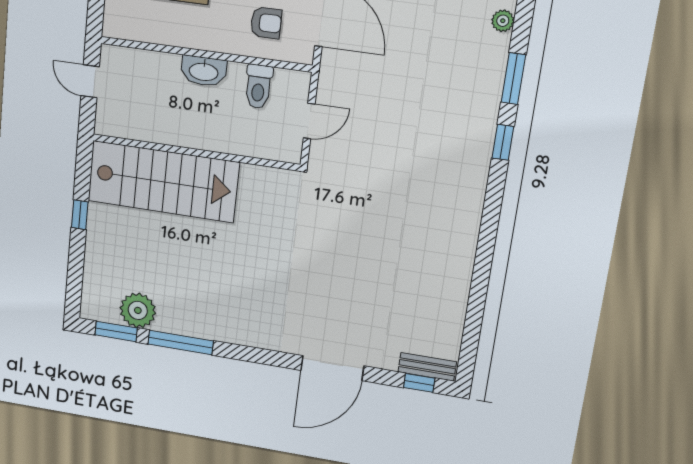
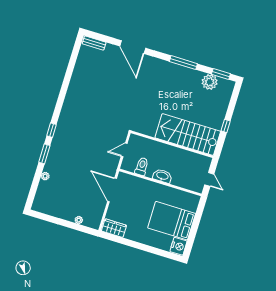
armchair: (266, 23) -> (134, 190), removed
window: (181, 342) -> (183, 63), moved
door: (332, 368) -> (133, 47), swing flipped
window: (419, 383) -> (98, 37), removed

